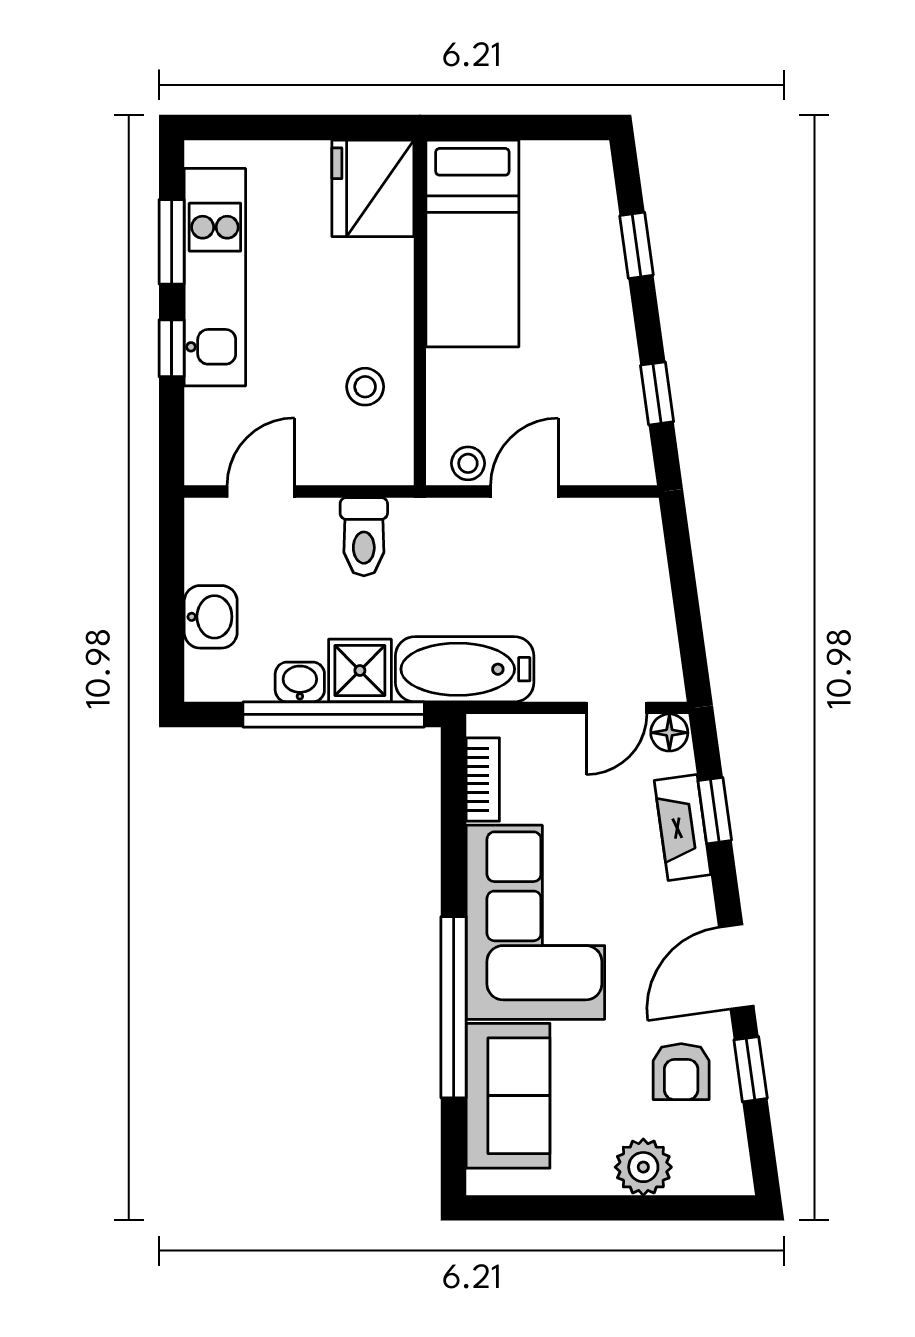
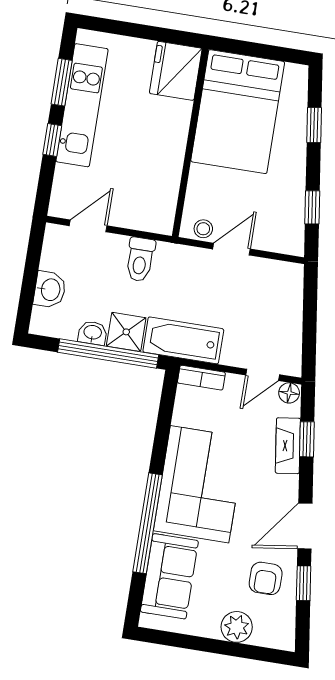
bed: (472, 243) -> (238, 112), width x1.50
stool: (365, 387) -> (154, 178), removed
bookcase: (483, 779) -> (201, 378), moved, turned 90

